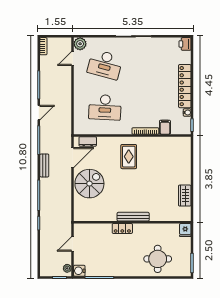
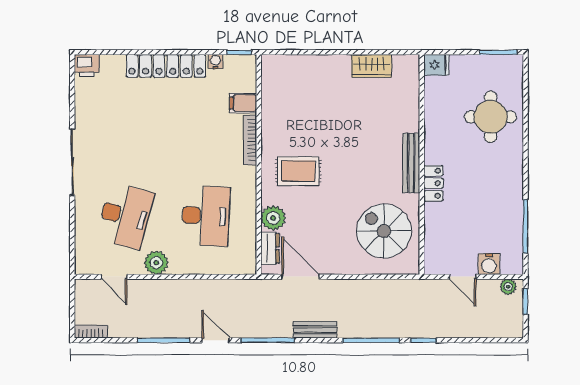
plant: (80, 44) -> (156, 263), moved
plant: (104, 143) -> (273, 218), added
spiral stairs: (89, 184) -> (384, 231), moved
water cooler: (79, 271) -> (489, 264), moved

